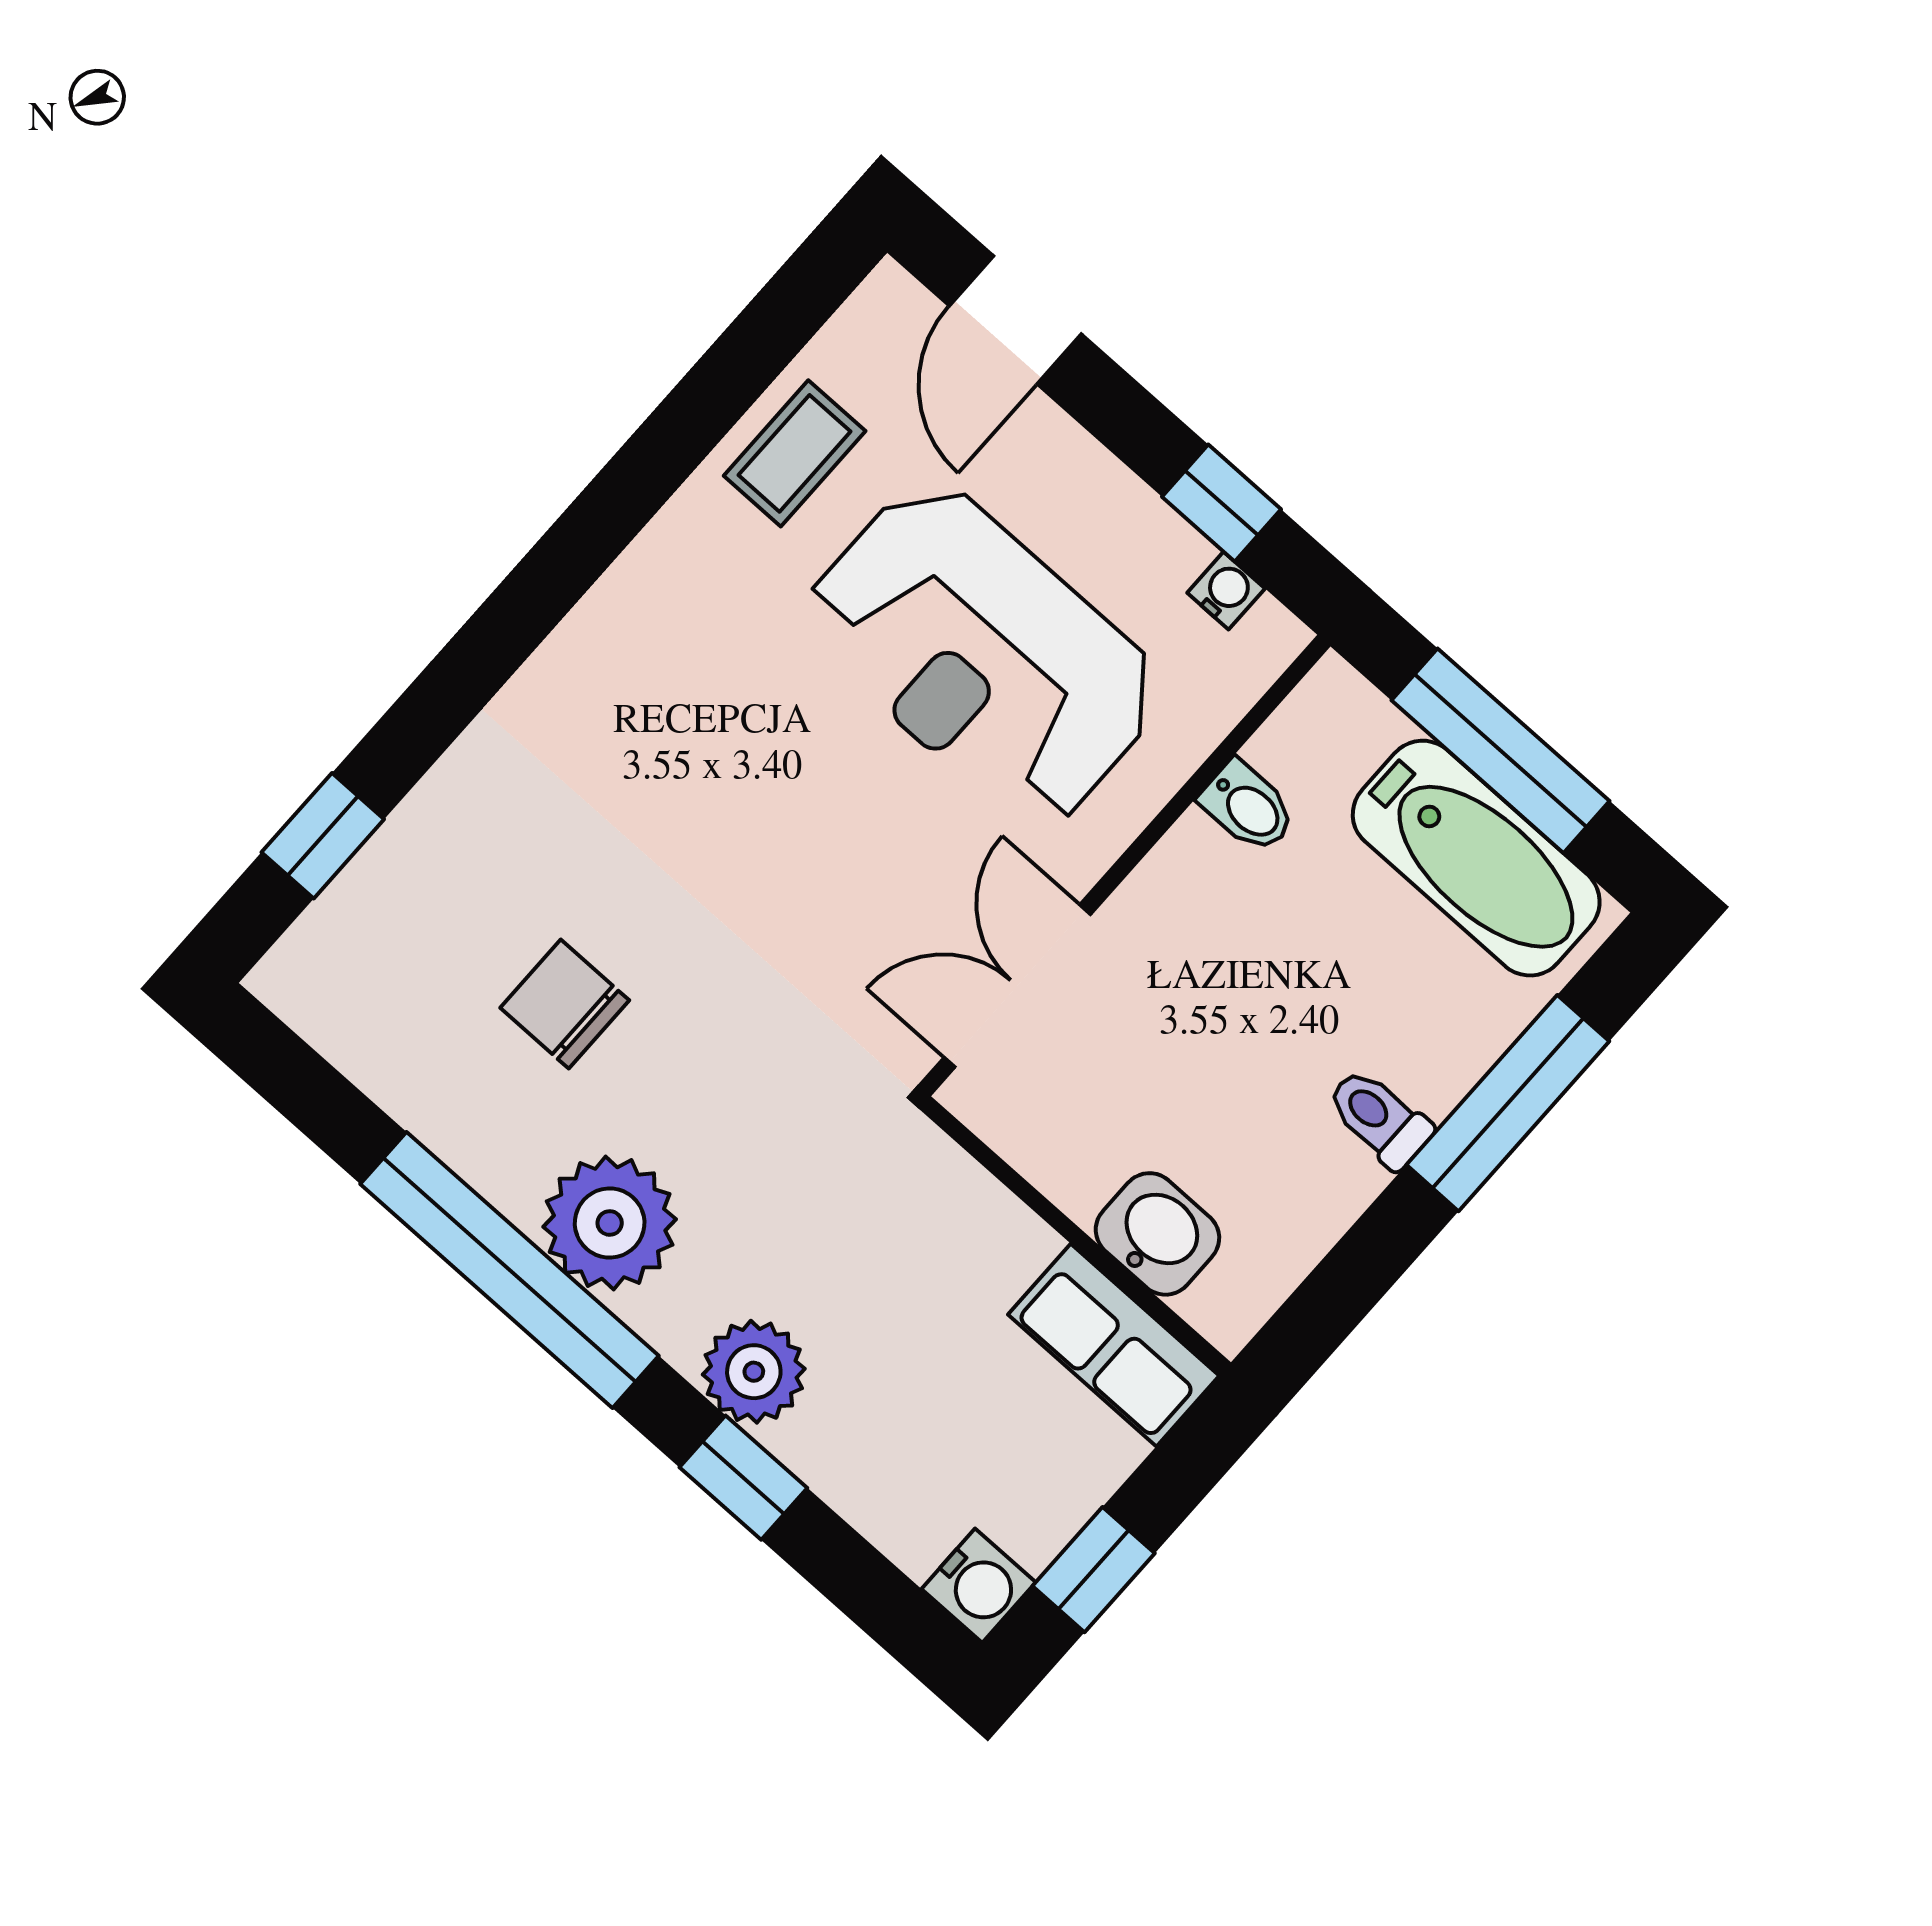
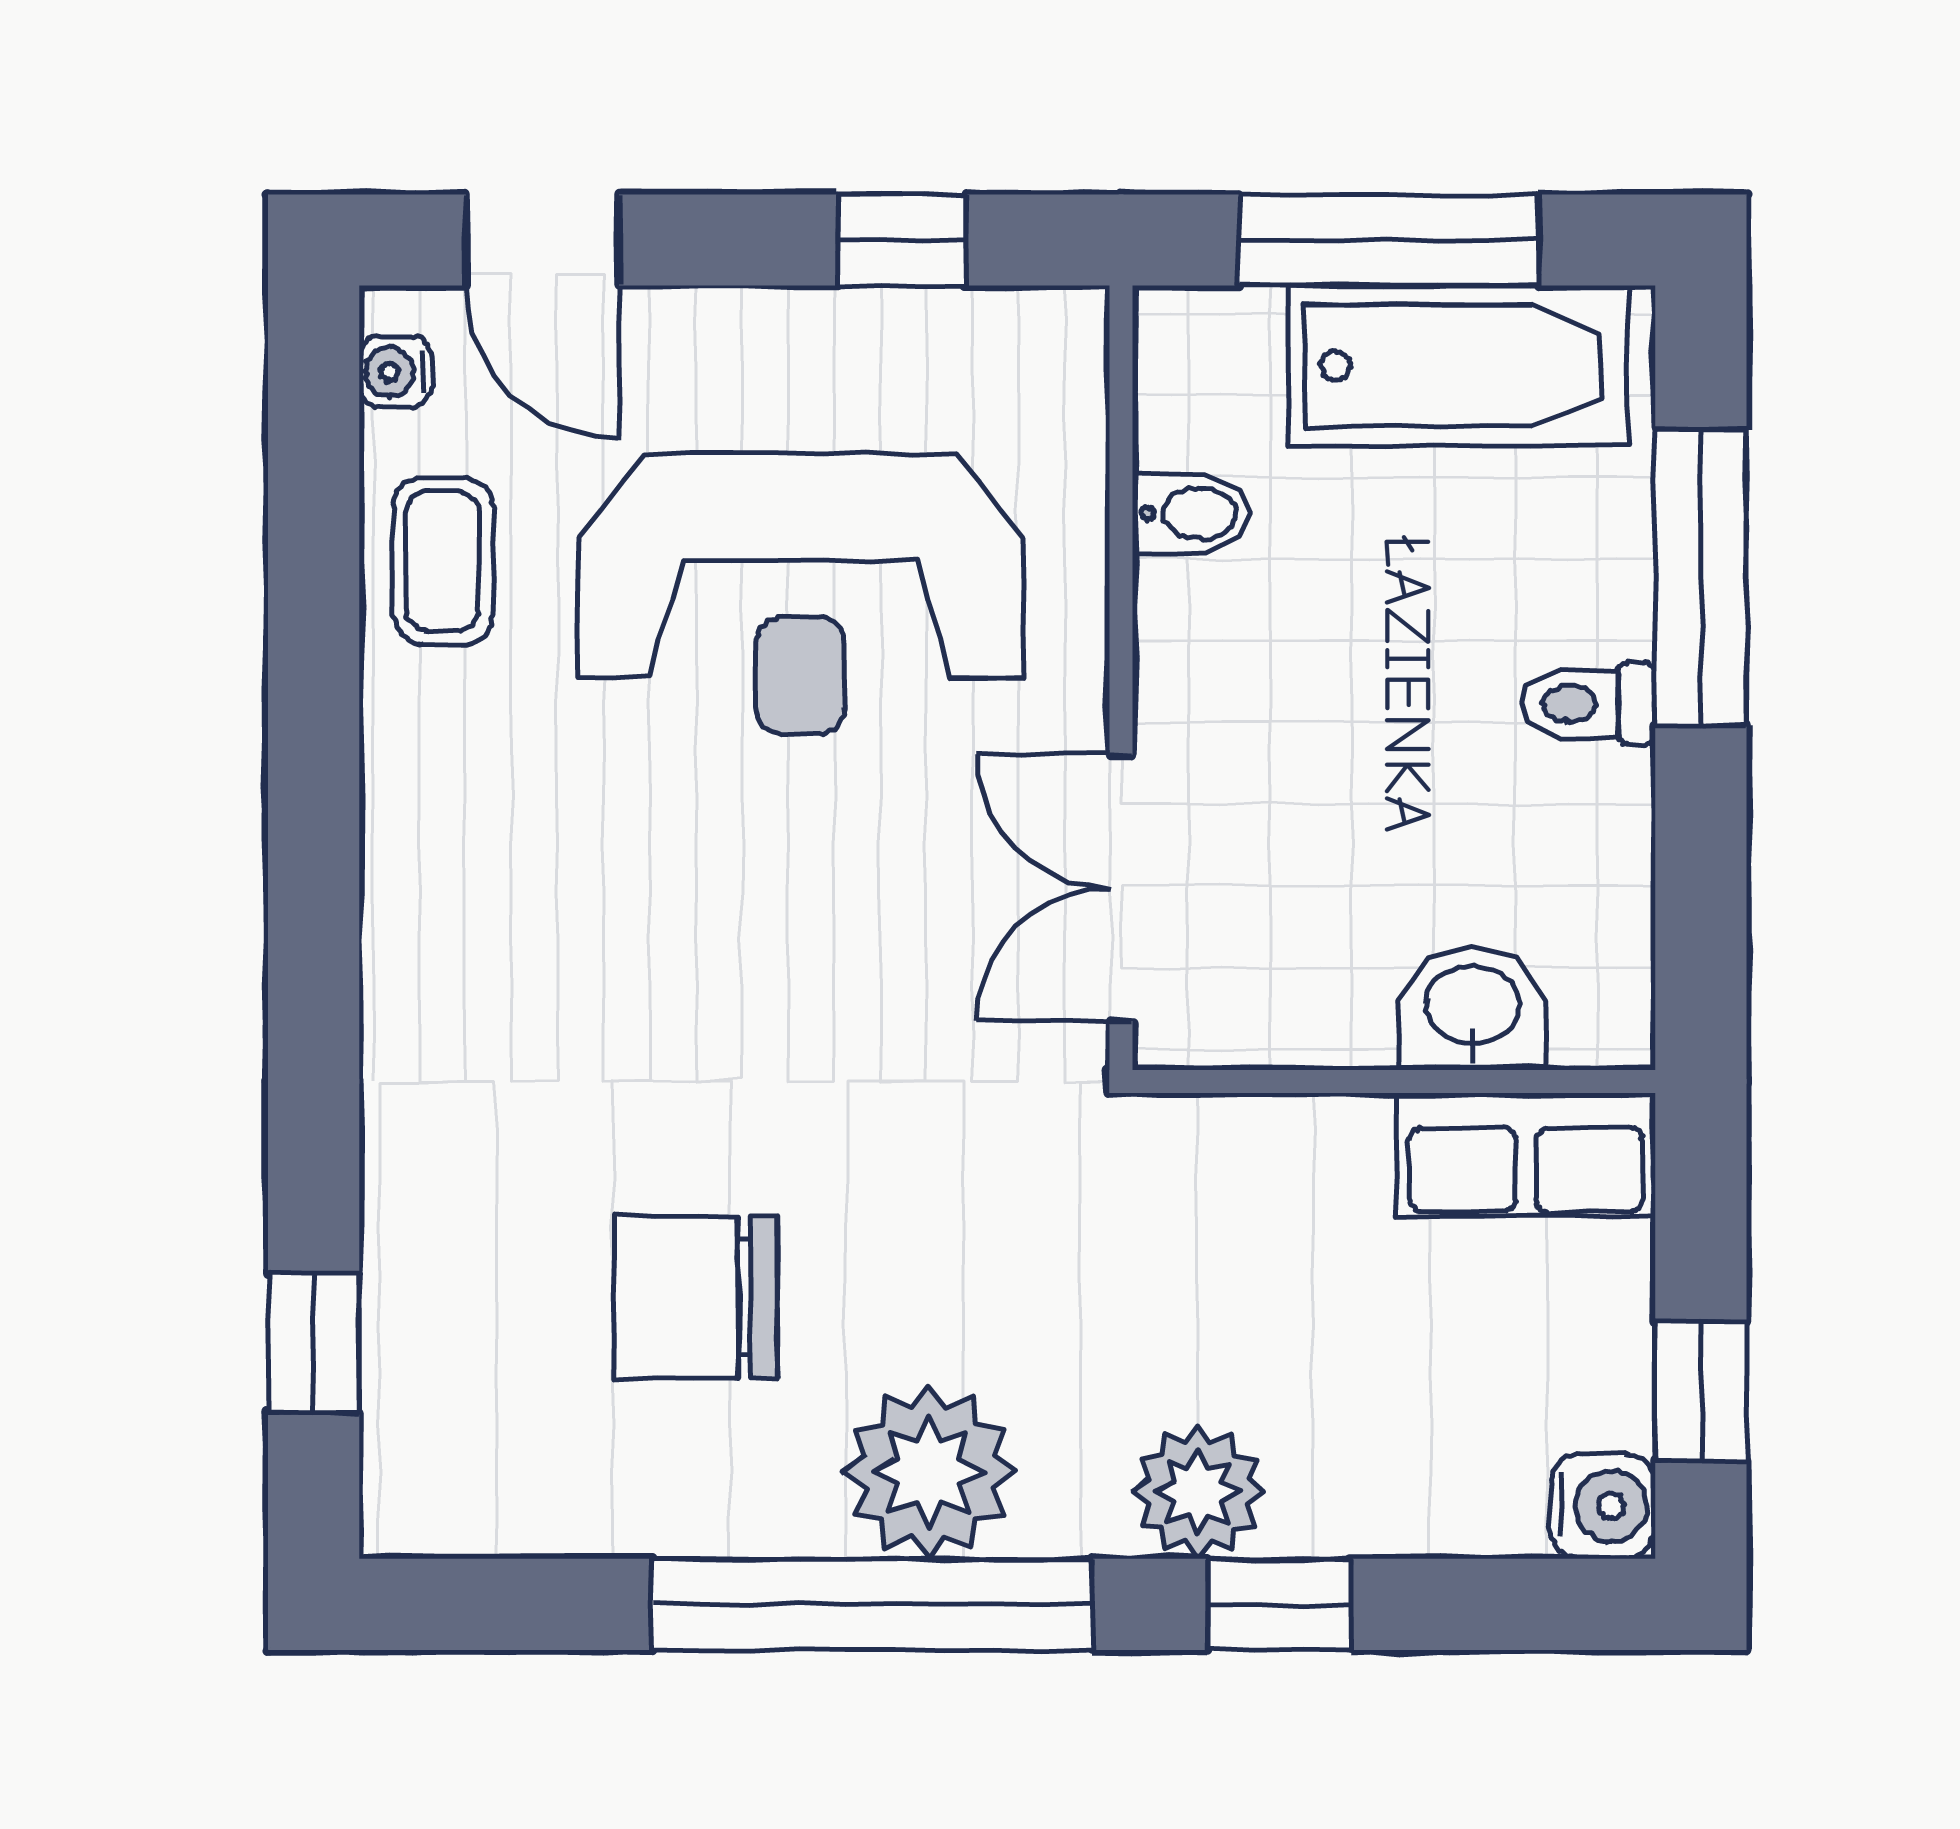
water cooler: (1226, 591) -> (395, 372), moved, turned -90
chair: (565, 1004) -> (695, 1297), width x1.37, depth x1.37

